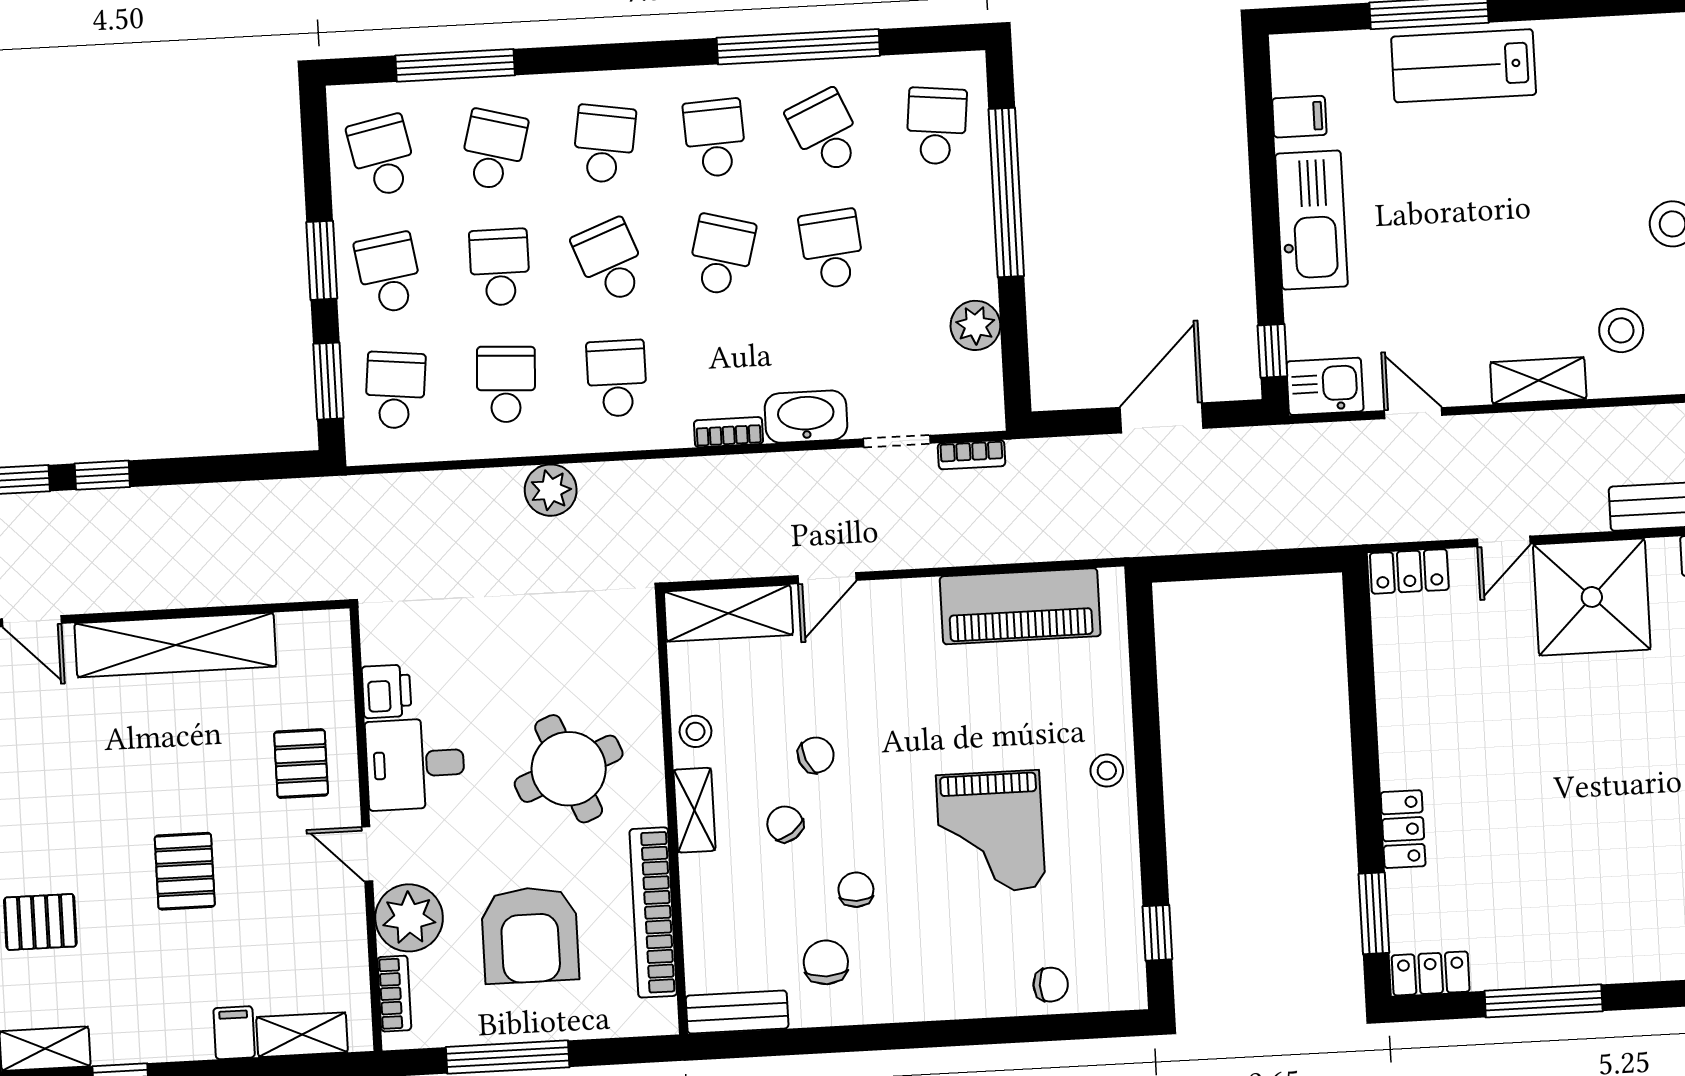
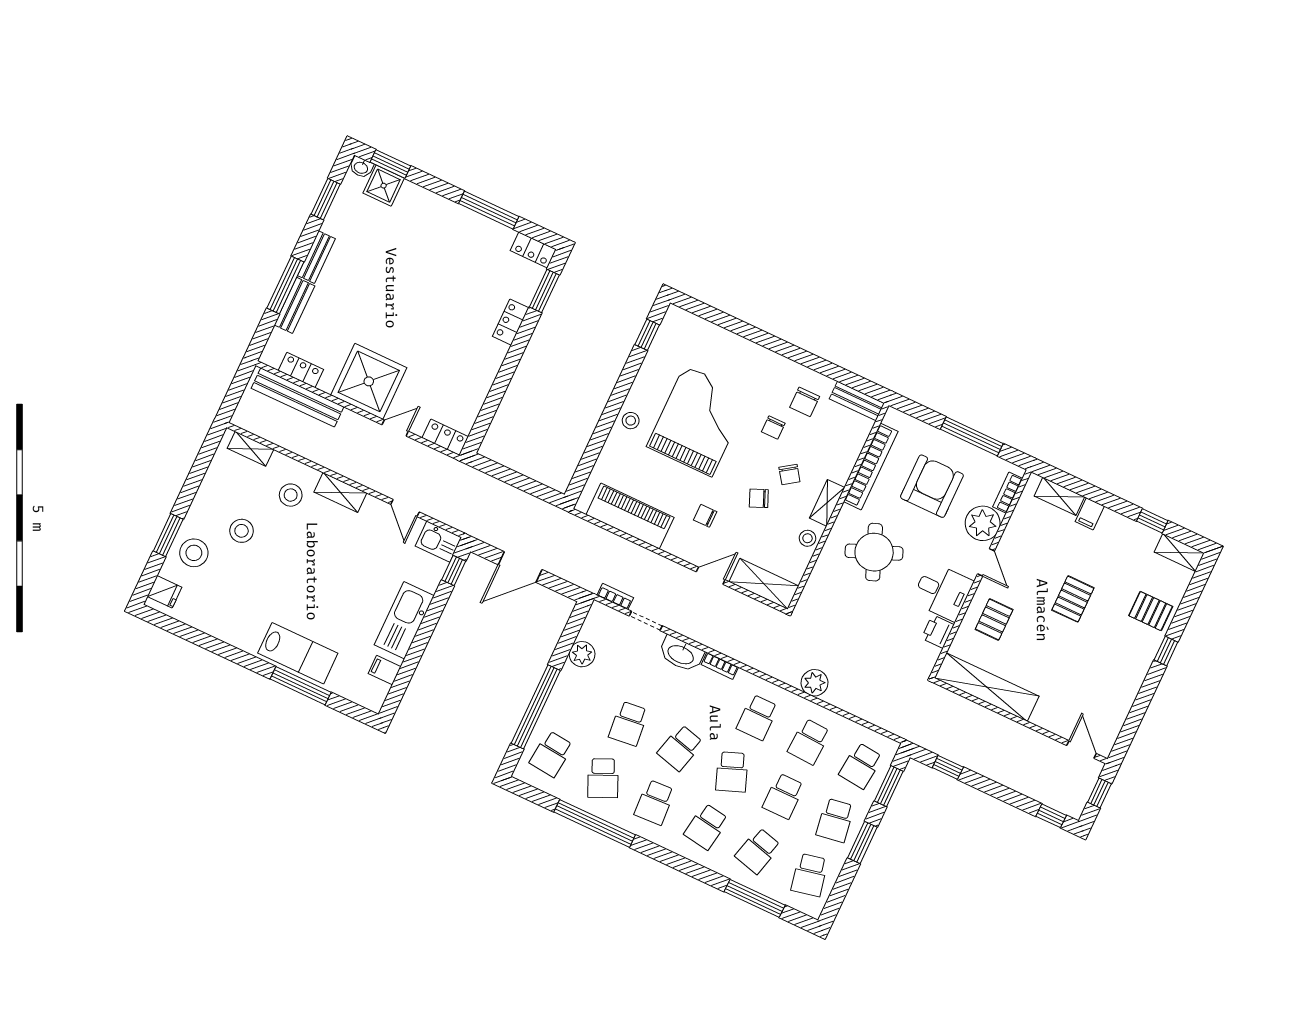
window: (102, 475) -> (948, 767), moved
shelving: (175, 645) -> (987, 687), moved
grand piano: (991, 832) -> (698, 421), width x1.37, depth x1.48
chair: (1051, 985) -> (705, 516), moved

